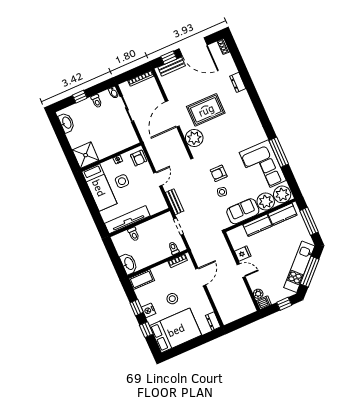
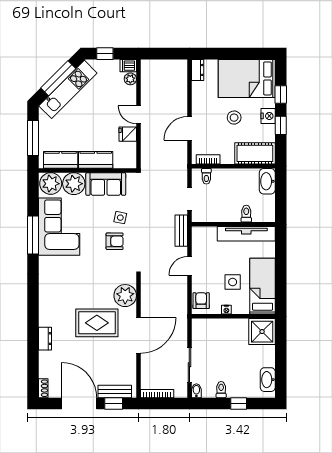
cot: (142, 279) -> (255, 153), width x1.37, depth x1.34

